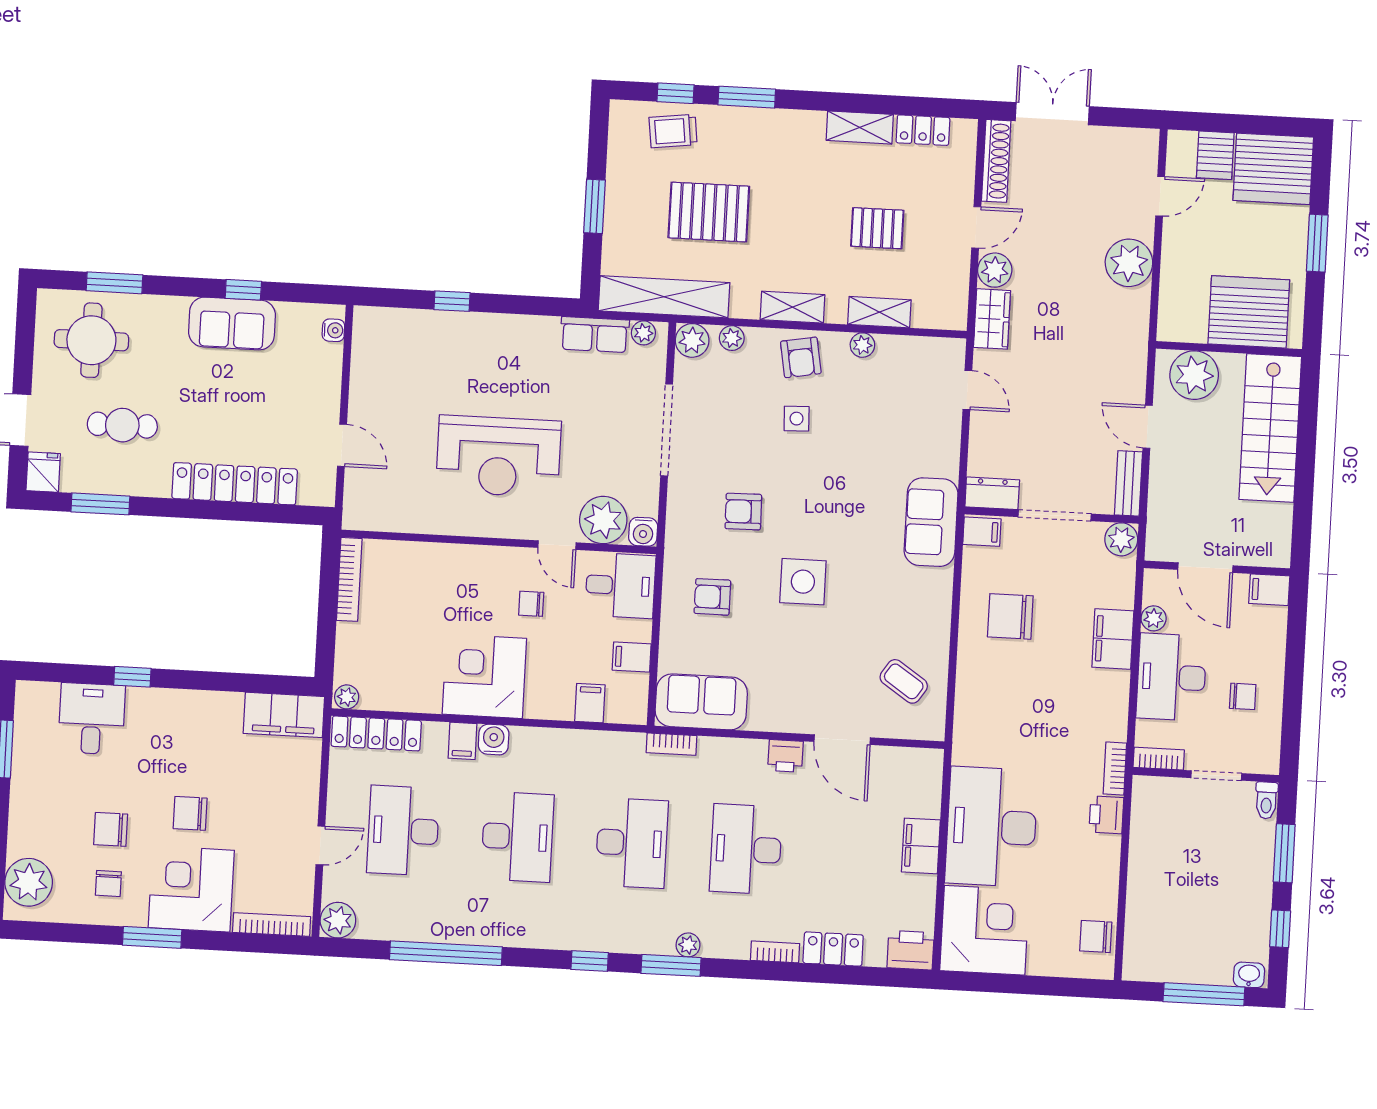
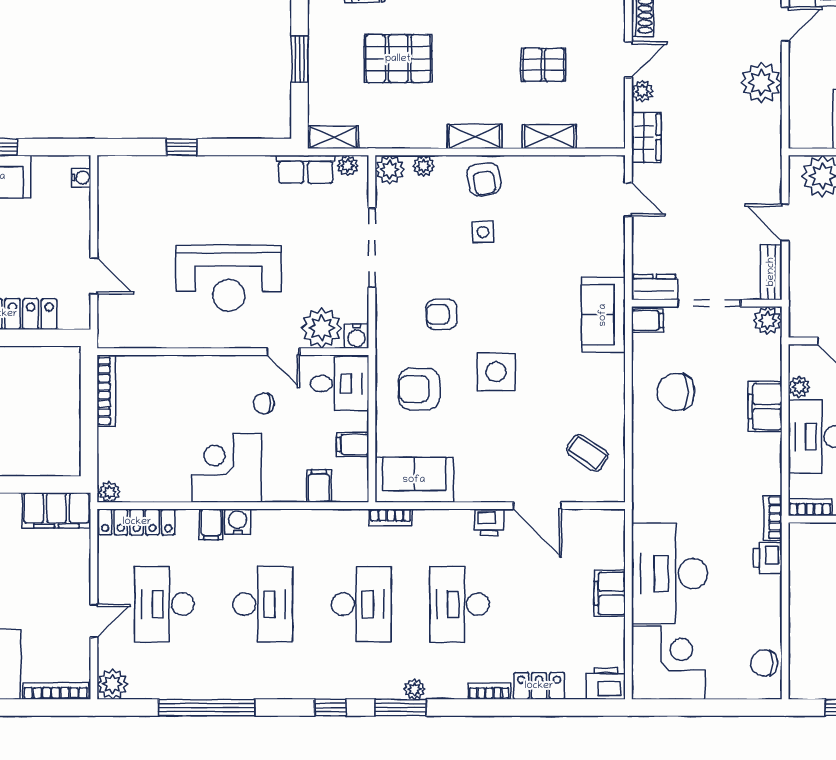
plant: (995, 270) -> (642, 91), width x0.73, depth x0.73
shelving: (664, 297) -> (333, 137), width x0.45, depth x0.75
plant: (862, 345) -> (536, 166), removed
armchair: (712, 597) -> (419, 389), width x1.38, depth x1.38

